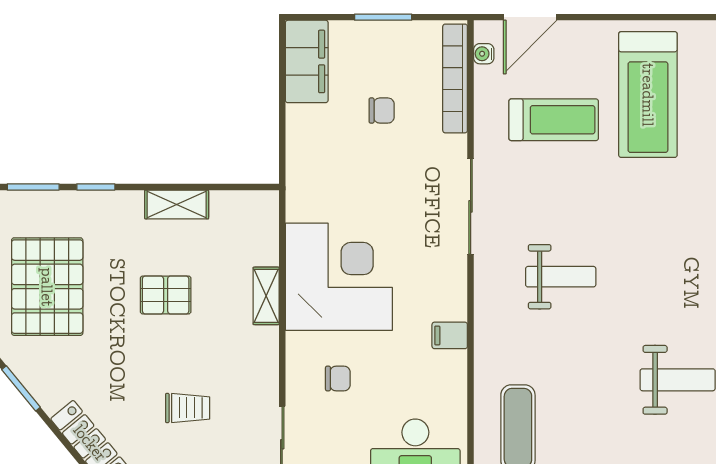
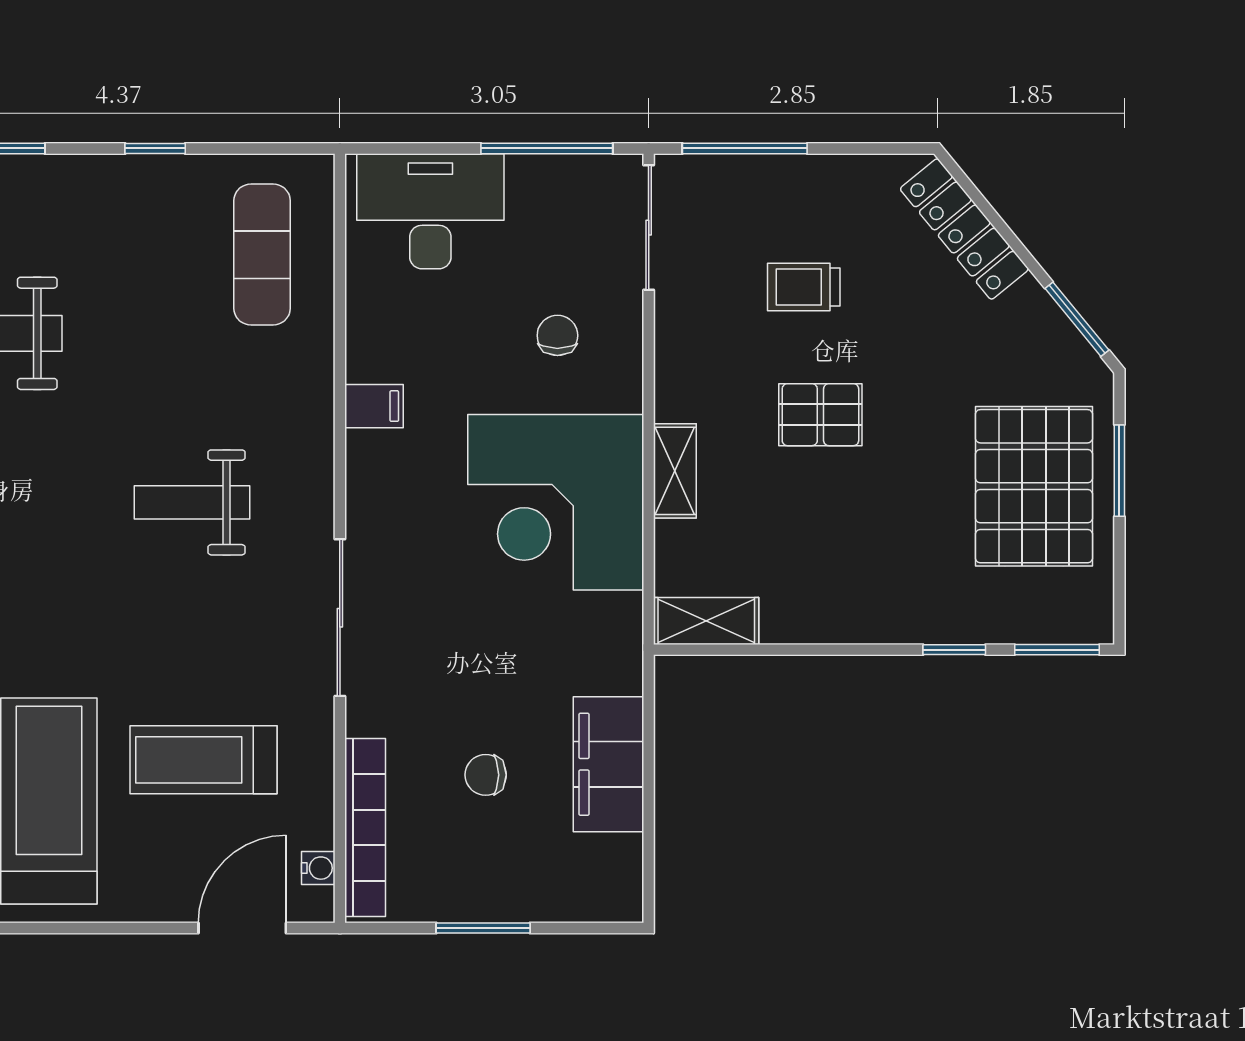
filing cabinet: (307, 61) -> (609, 764), moved
shelving: (177, 204) -> (706, 621), moved
pallet: (166, 295) -> (820, 415), moved
chair: (338, 378) -> (557, 335), turned 90

